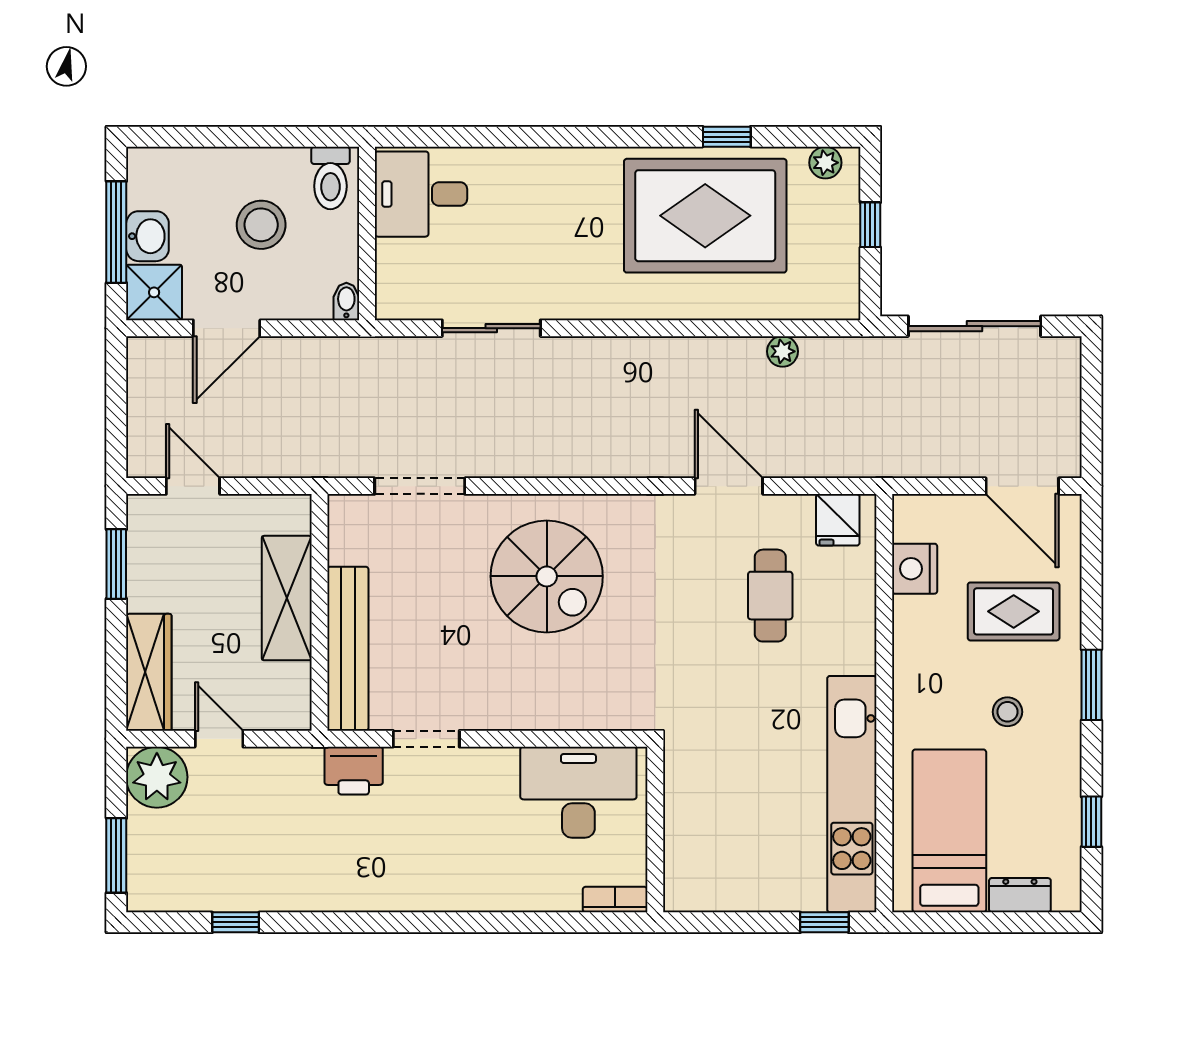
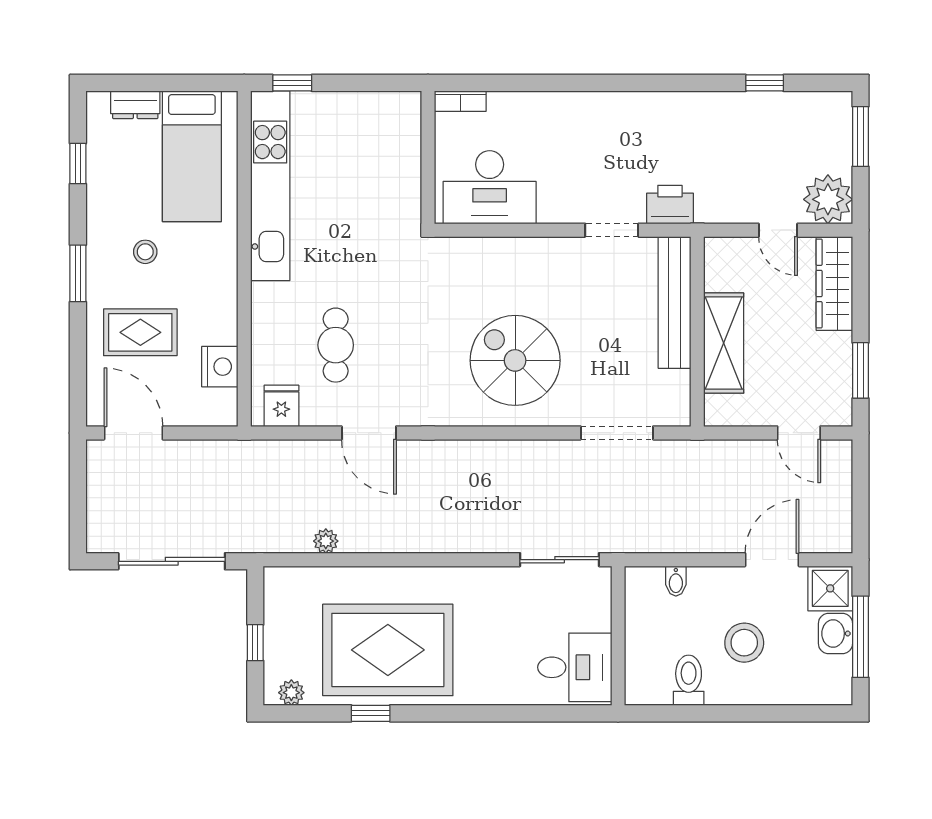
desk: (421, 194) -> (575, 667), moved
wall: (367, 233) -> (618, 636), moved

